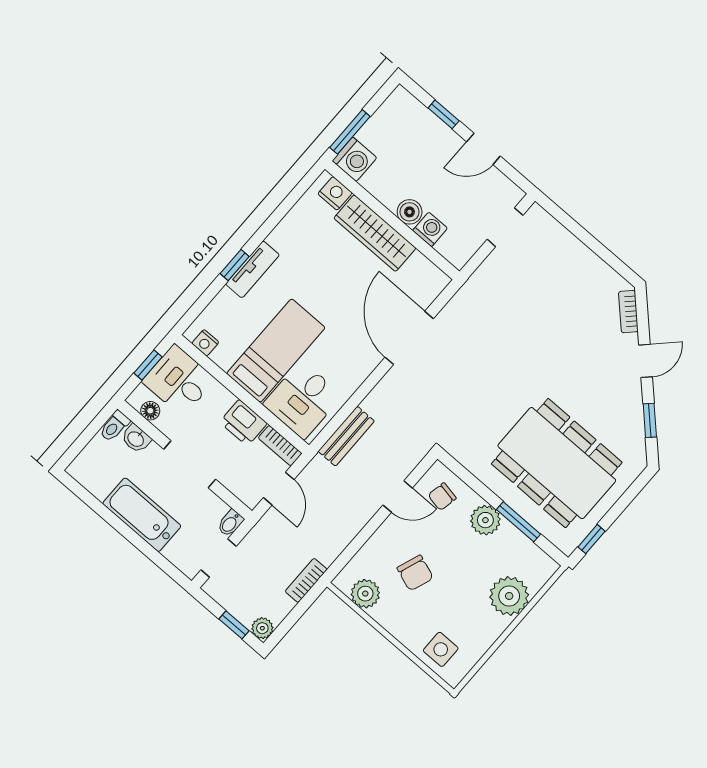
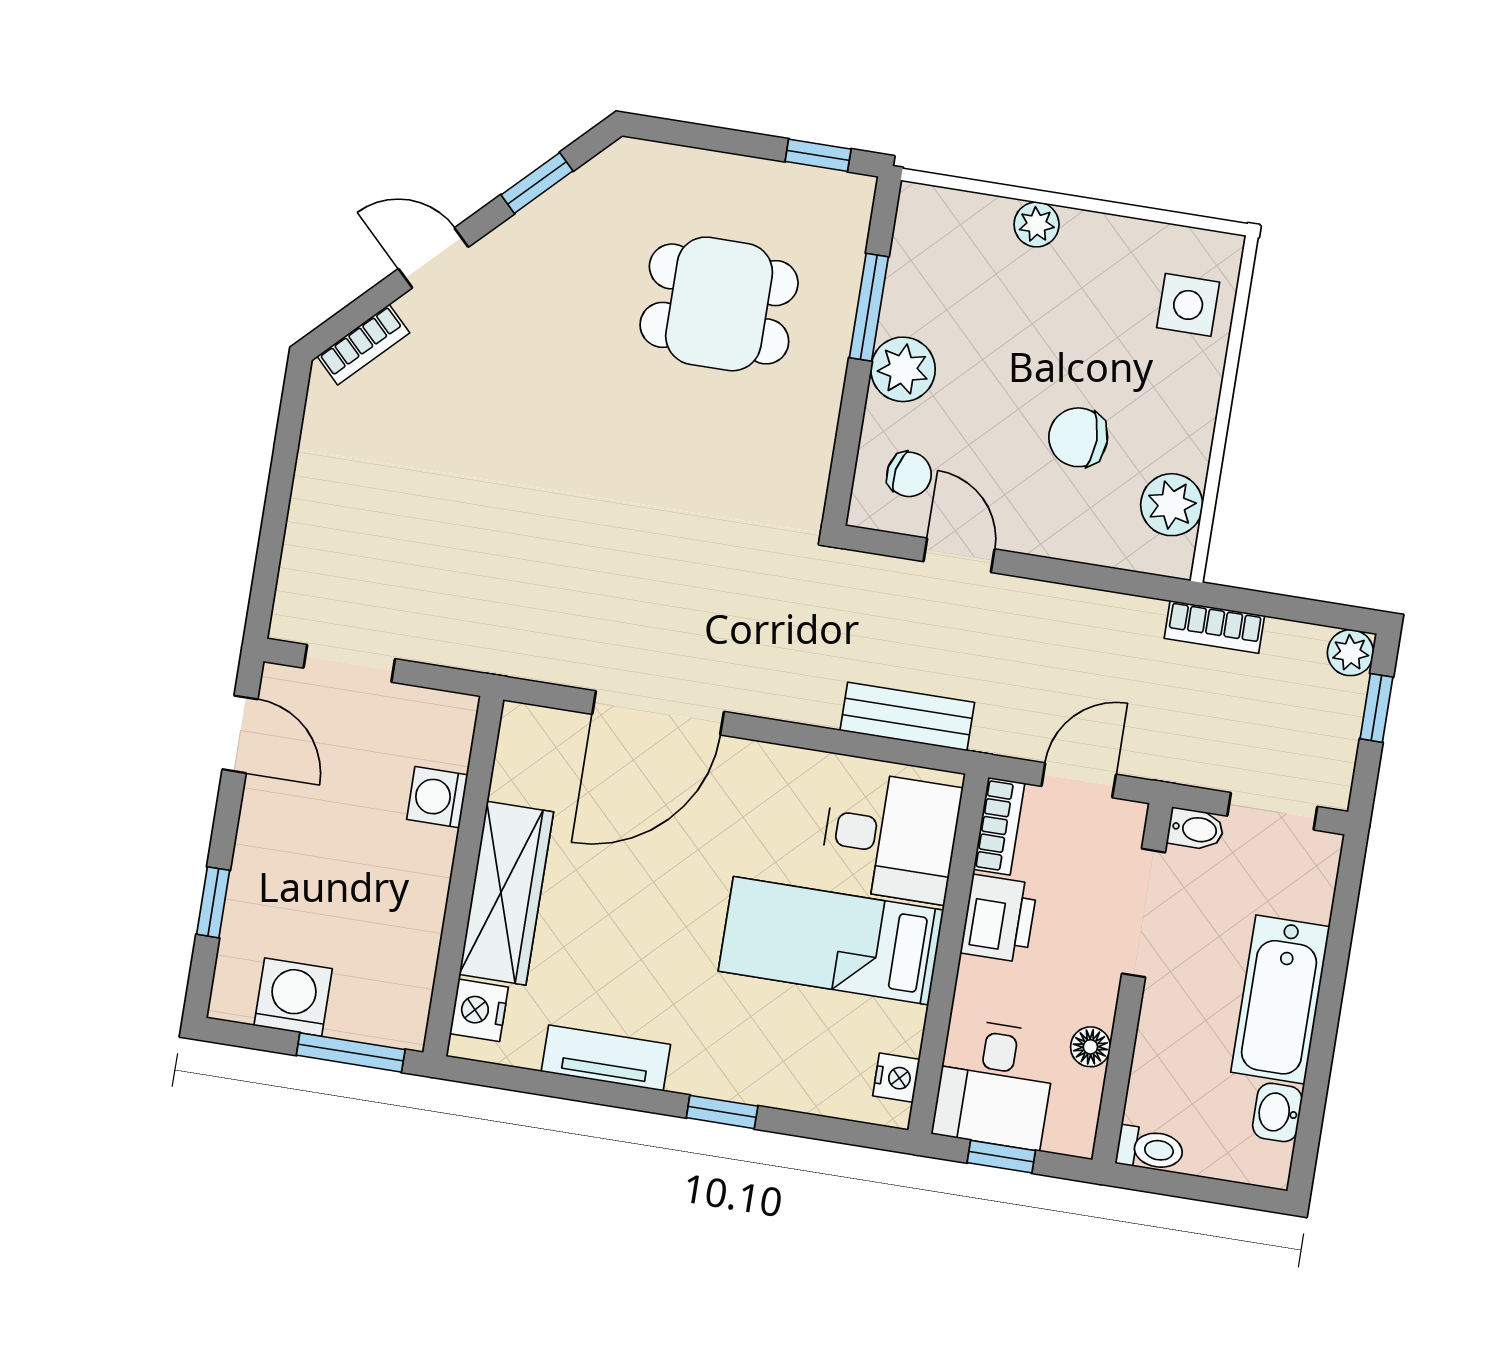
door: (483, 149) -> (240, 734), moved
washing machine: (354, 159) -> (293, 997), moved
boiler: (410, 212) -> (429, 854), removed
tv unit: (252, 269) -> (606, 1058), moved
floor lamp: (150, 411) -> (1090, 1047), moved
washbasin: (136, 439) -> (1277, 1112), moved, turned 180
dining table: (557, 463) -> (719, 304), width x0.53, depth x0.80
doorway: (190, 464) -> (1143, 913), moved
chair: (415, 573) -> (1078, 437), turned -110
plant: (509, 596) -> (1037, 224), width x0.53, depth x0.53

